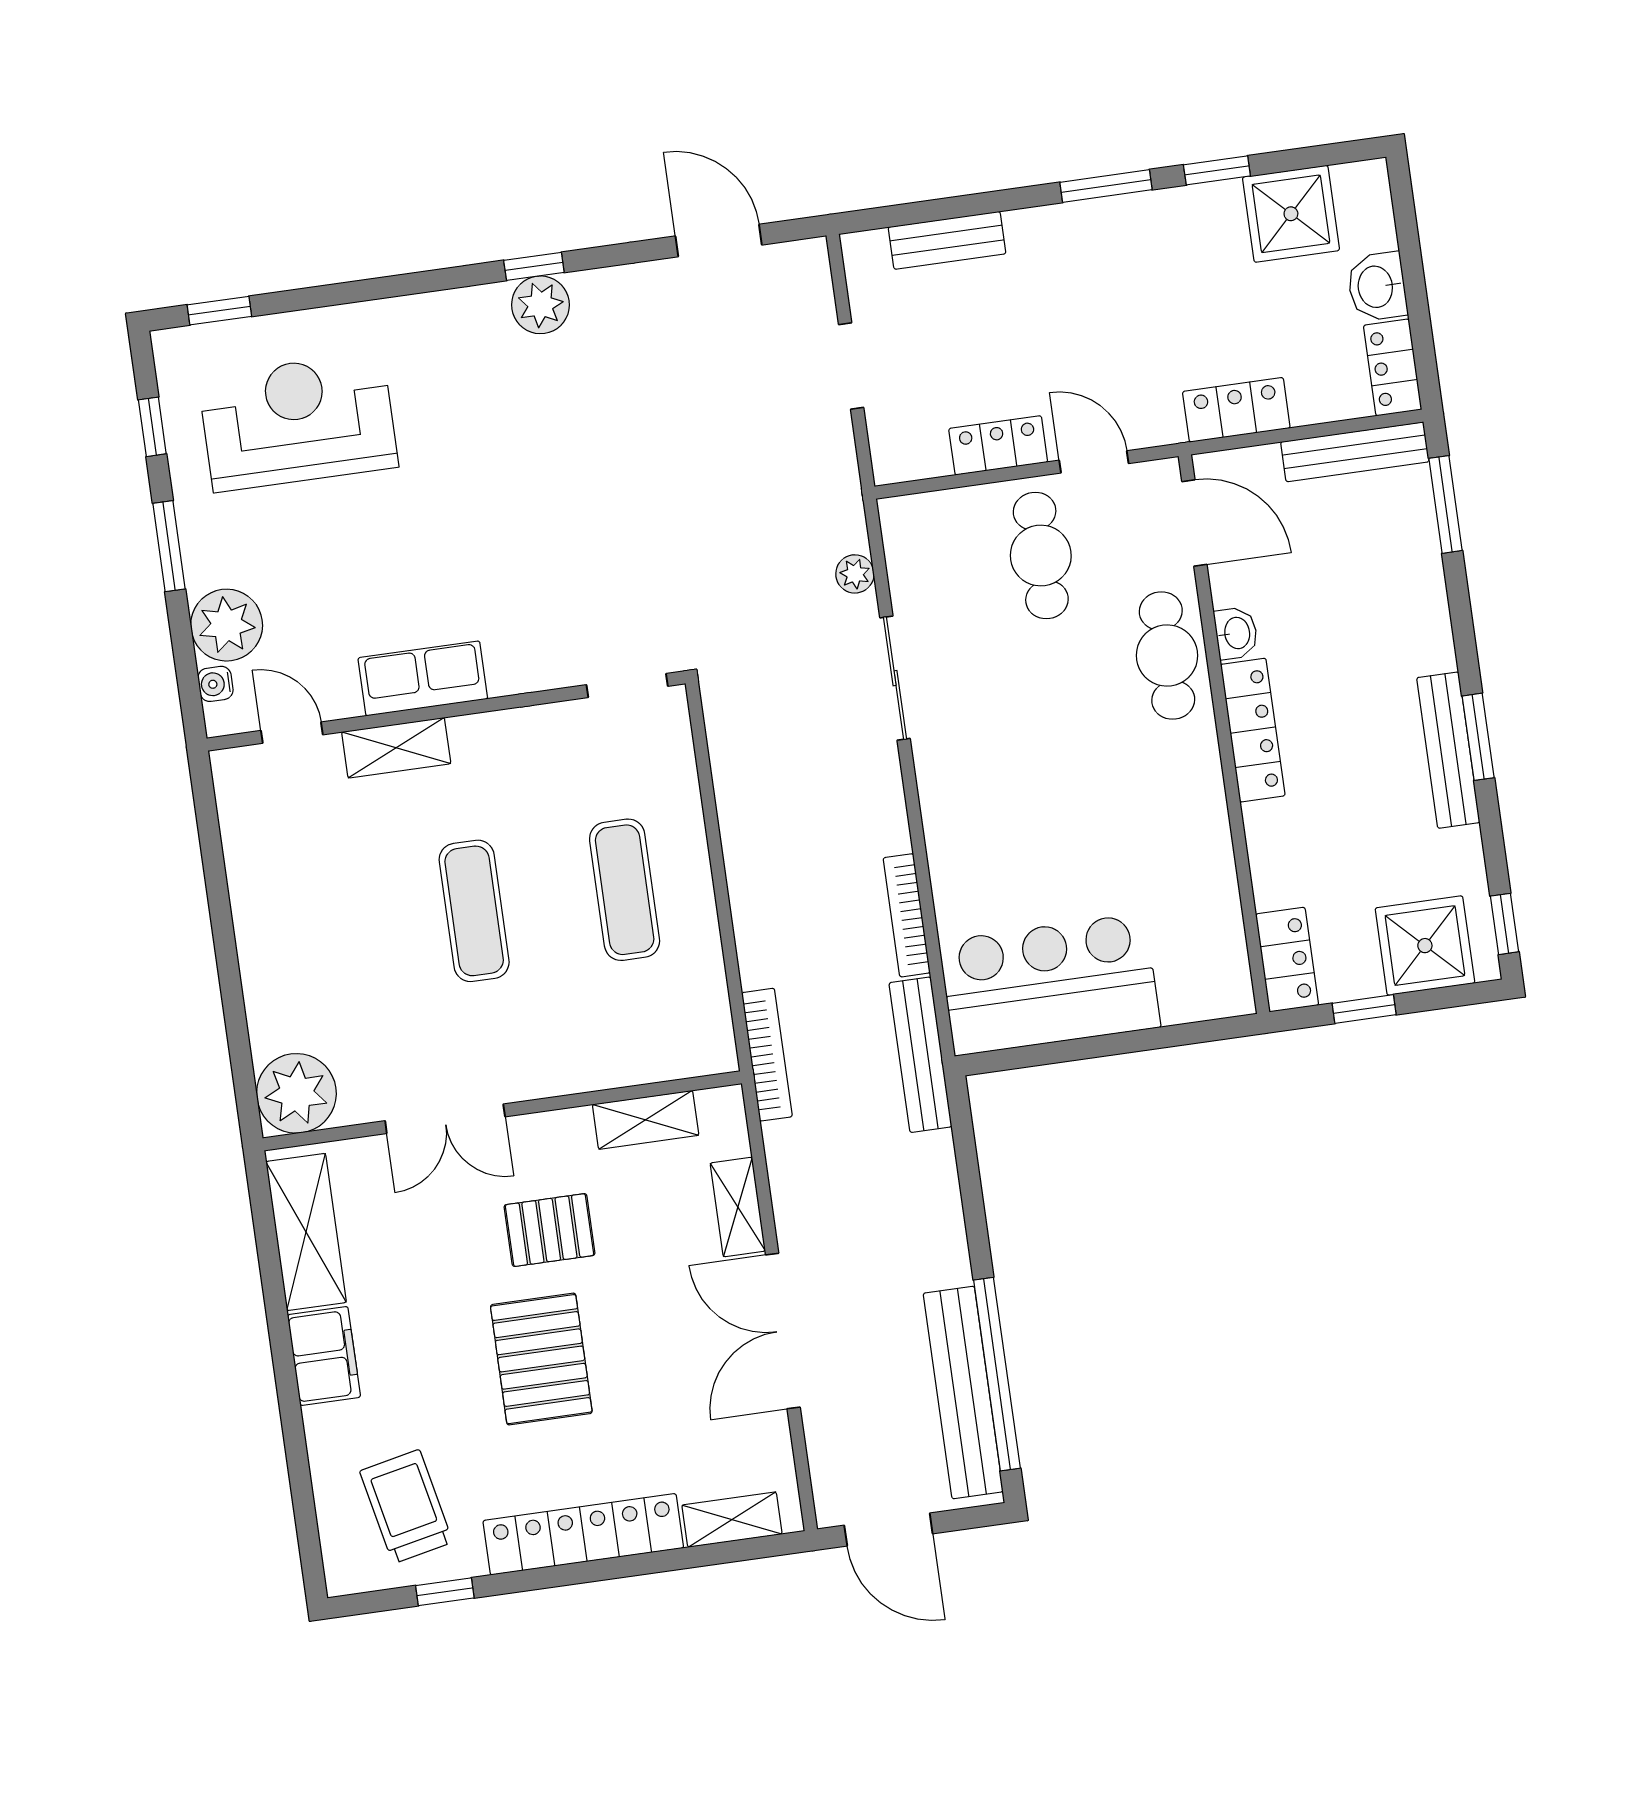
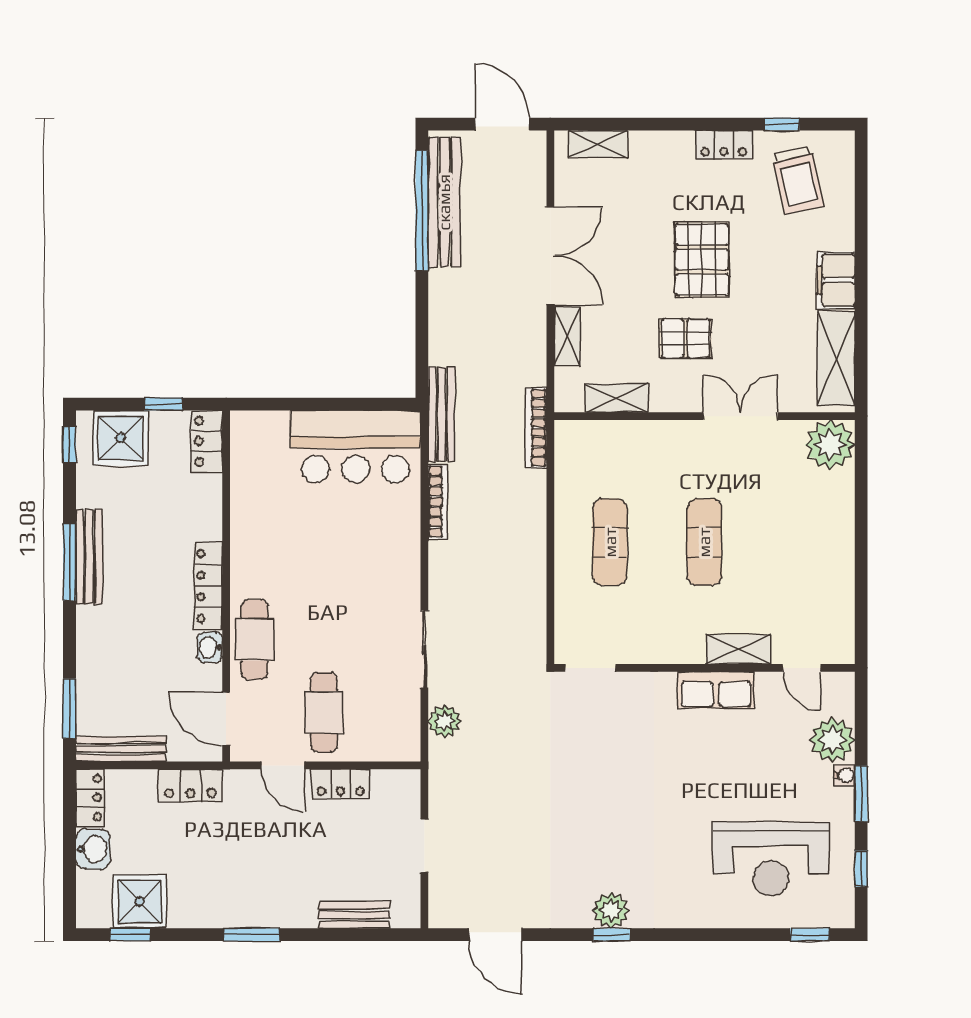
window: (1217, 170) -> (130, 935), moved
plant: (855, 574) -> (445, 721), width x1.38, depth x1.38
water cooler: (215, 684) -> (844, 775), moved
window: (1478, 737) -> (70, 562), width x1.44
locker: (583, 1534) -> (724, 145), width x0.46, depth x0.83

